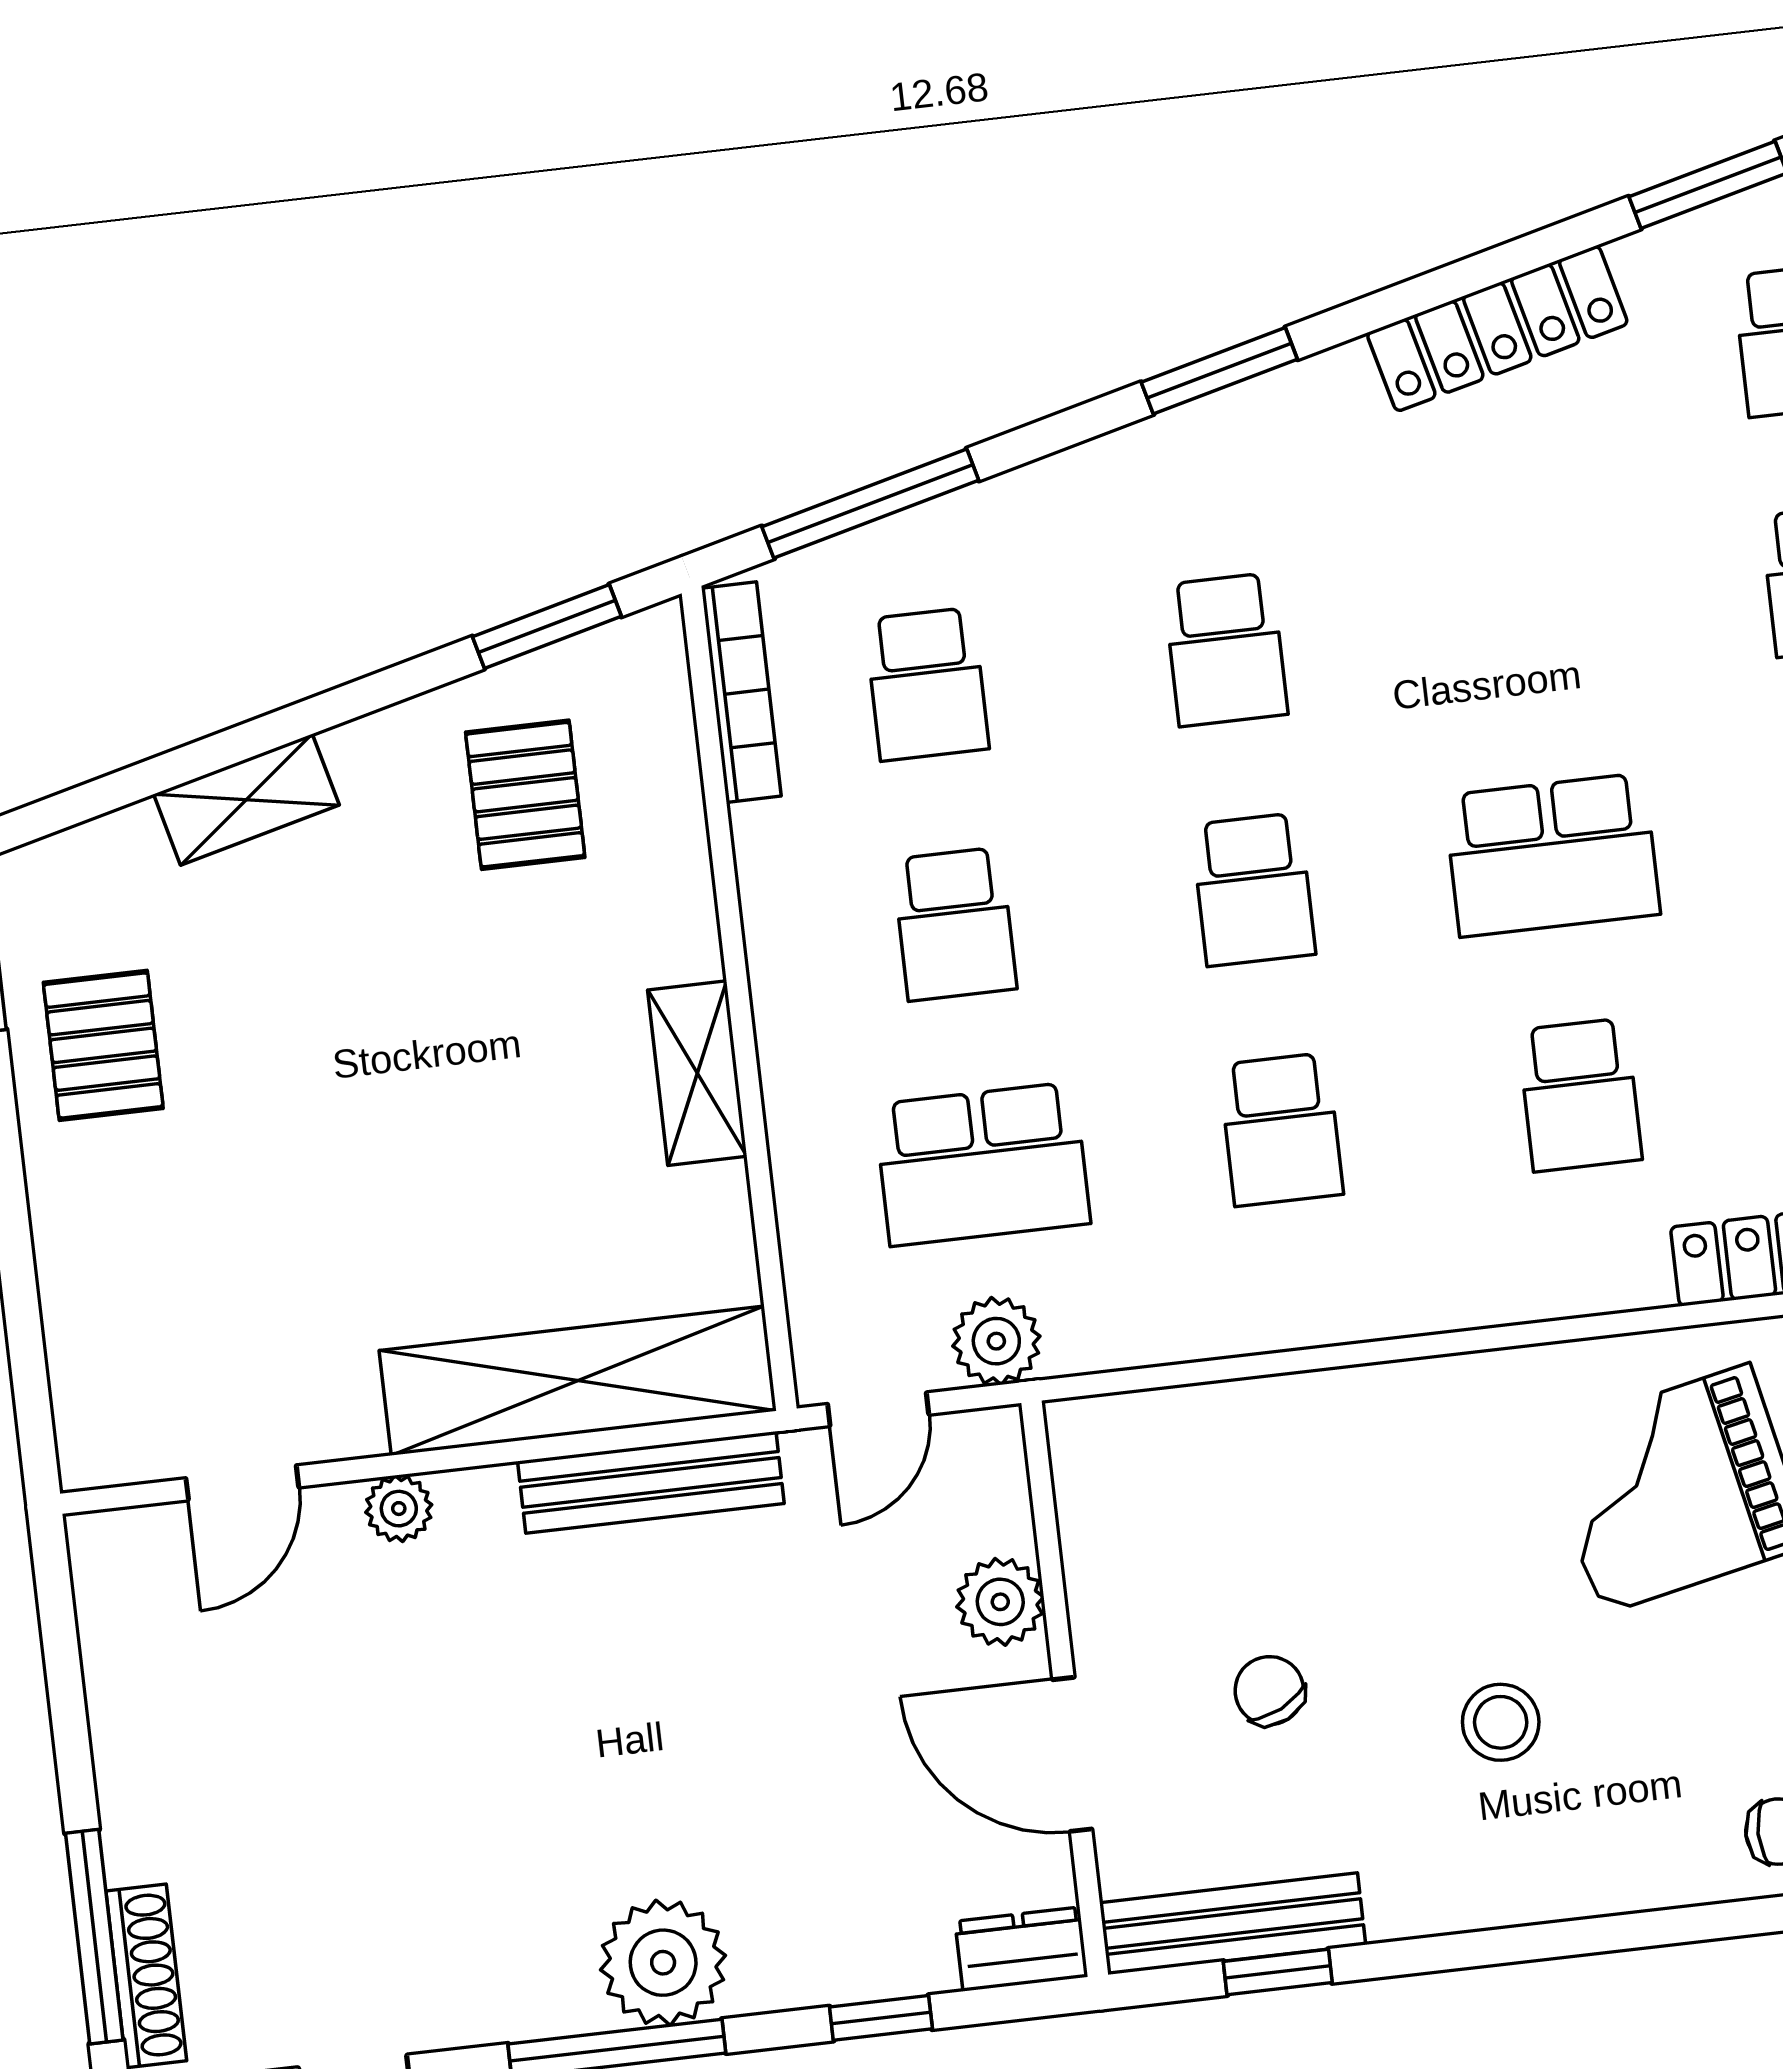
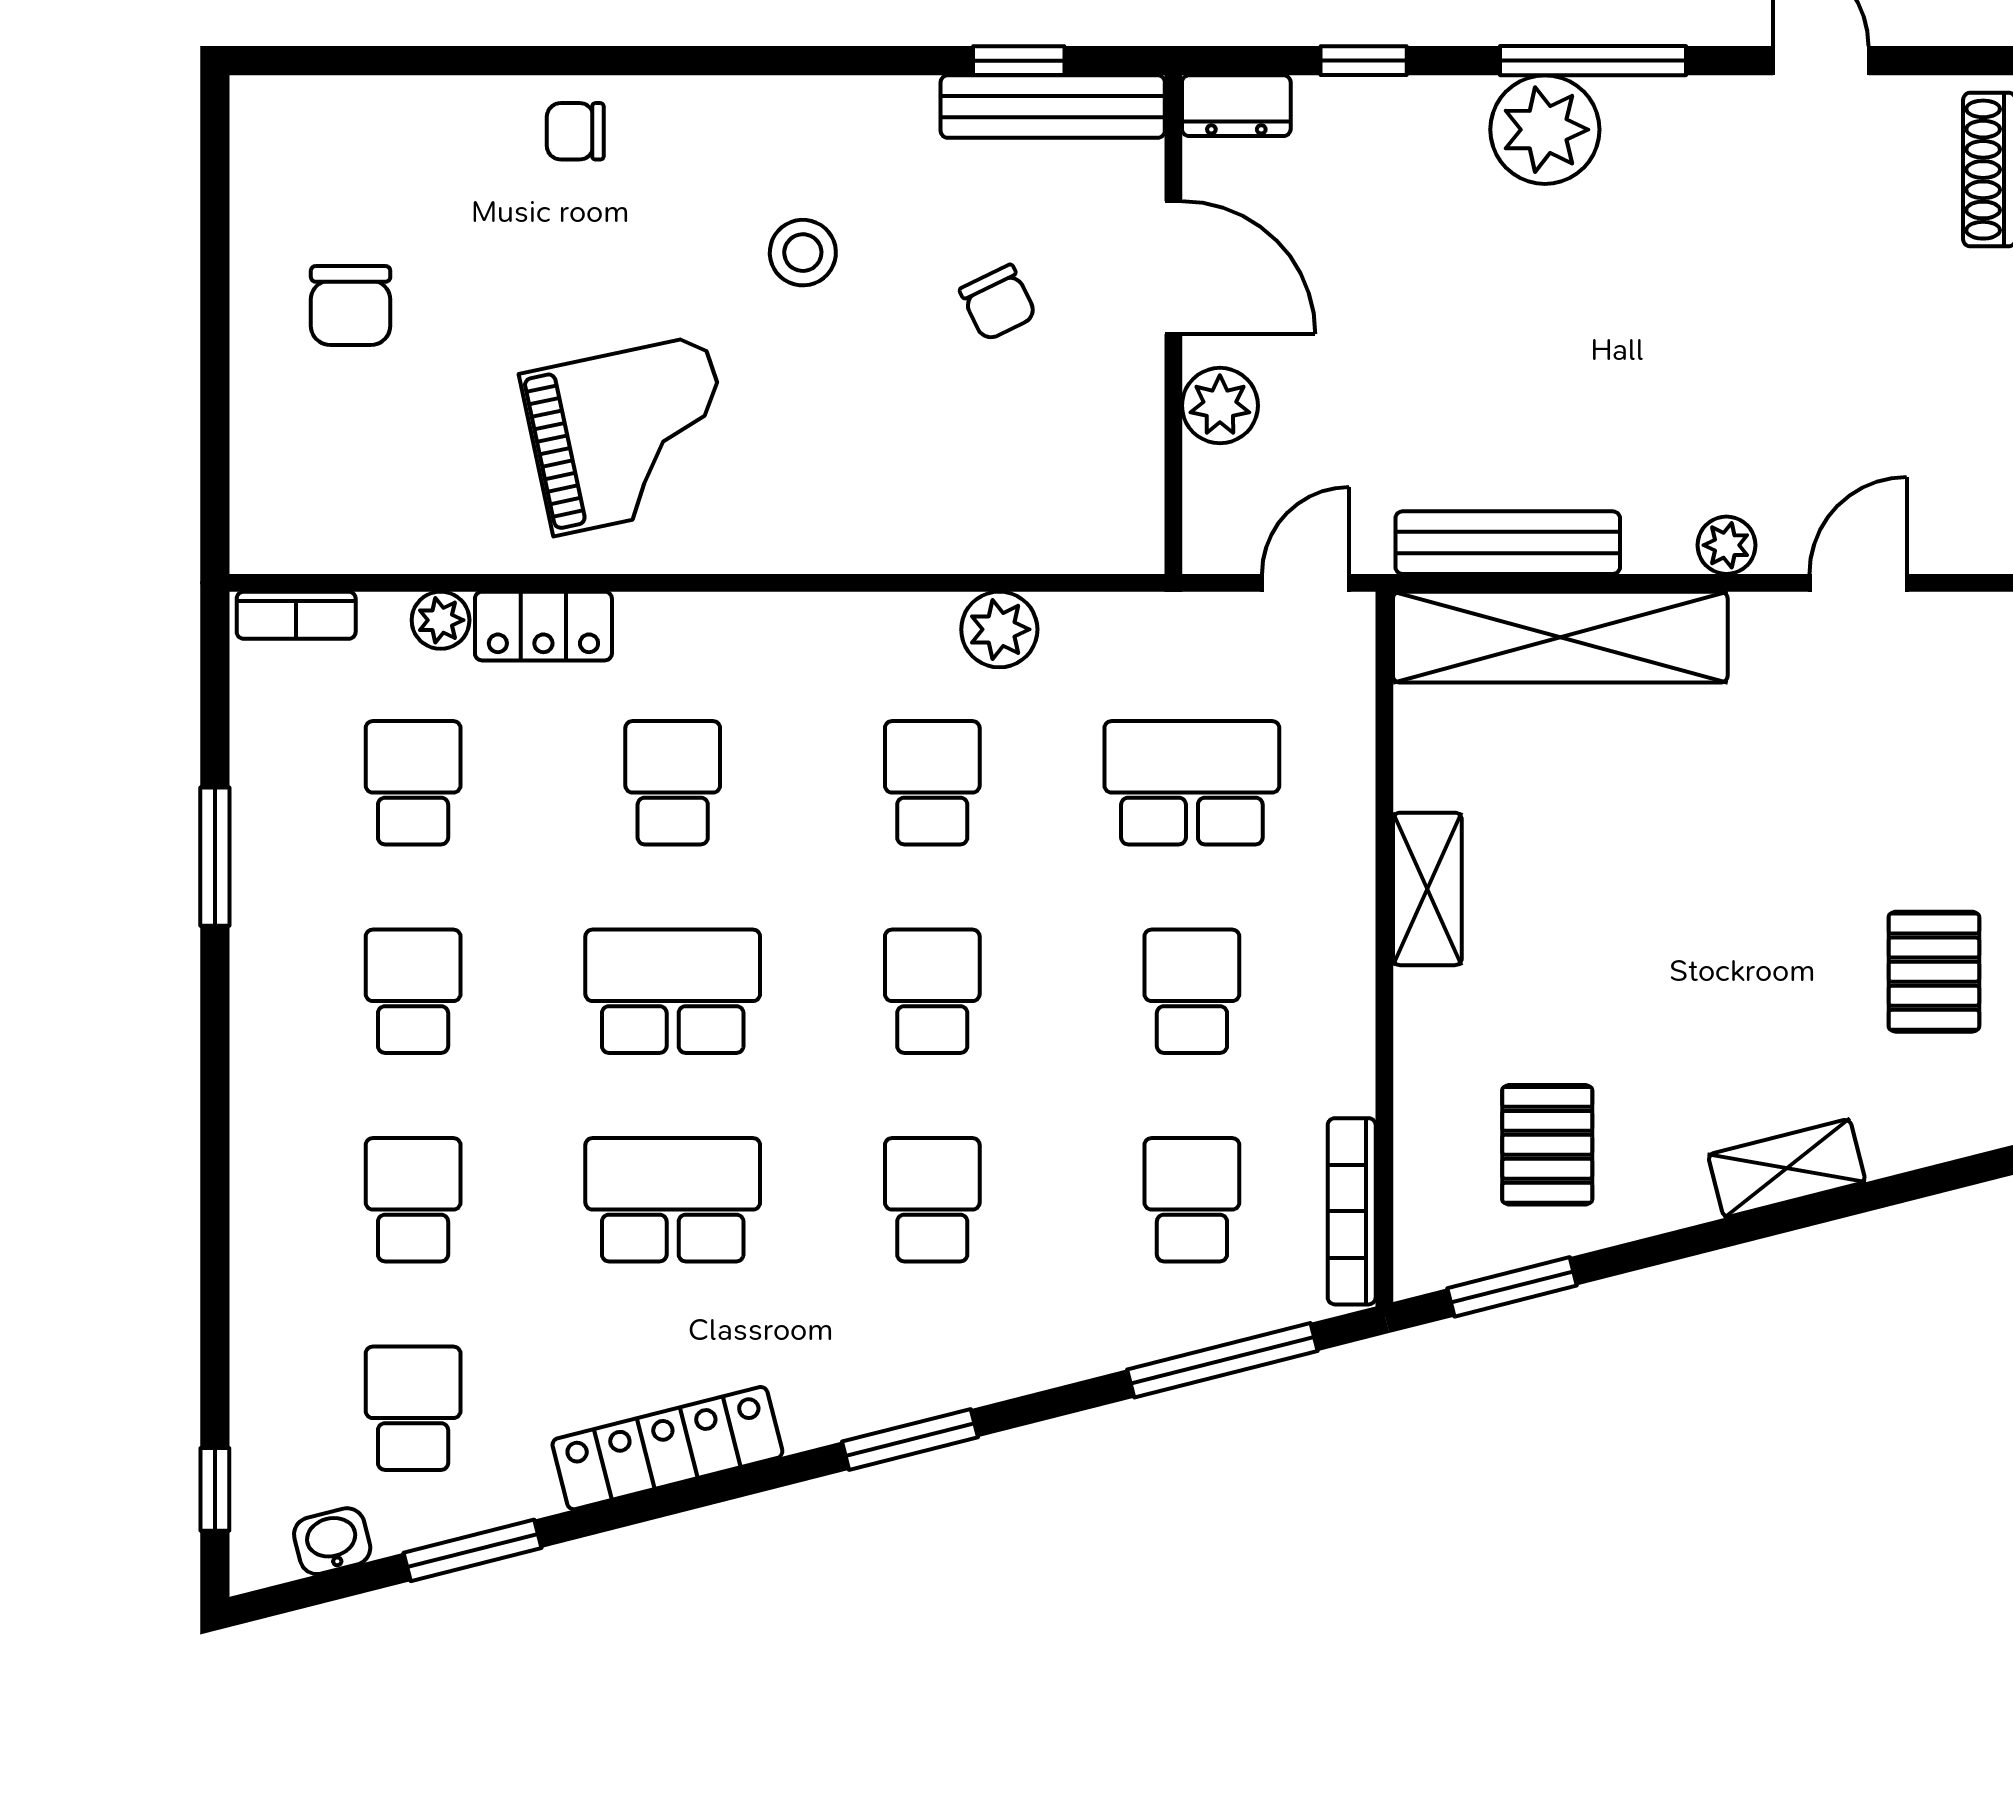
school desk: (1524, 615) -> (673, 1200), added
plant: (996, 1341) -> (999, 629), moved

